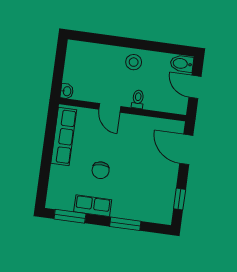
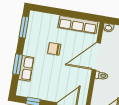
door: (110, 108) -> (96, 56), width x1.88
row of seats: (93, 206) -> (26, 68), moved

